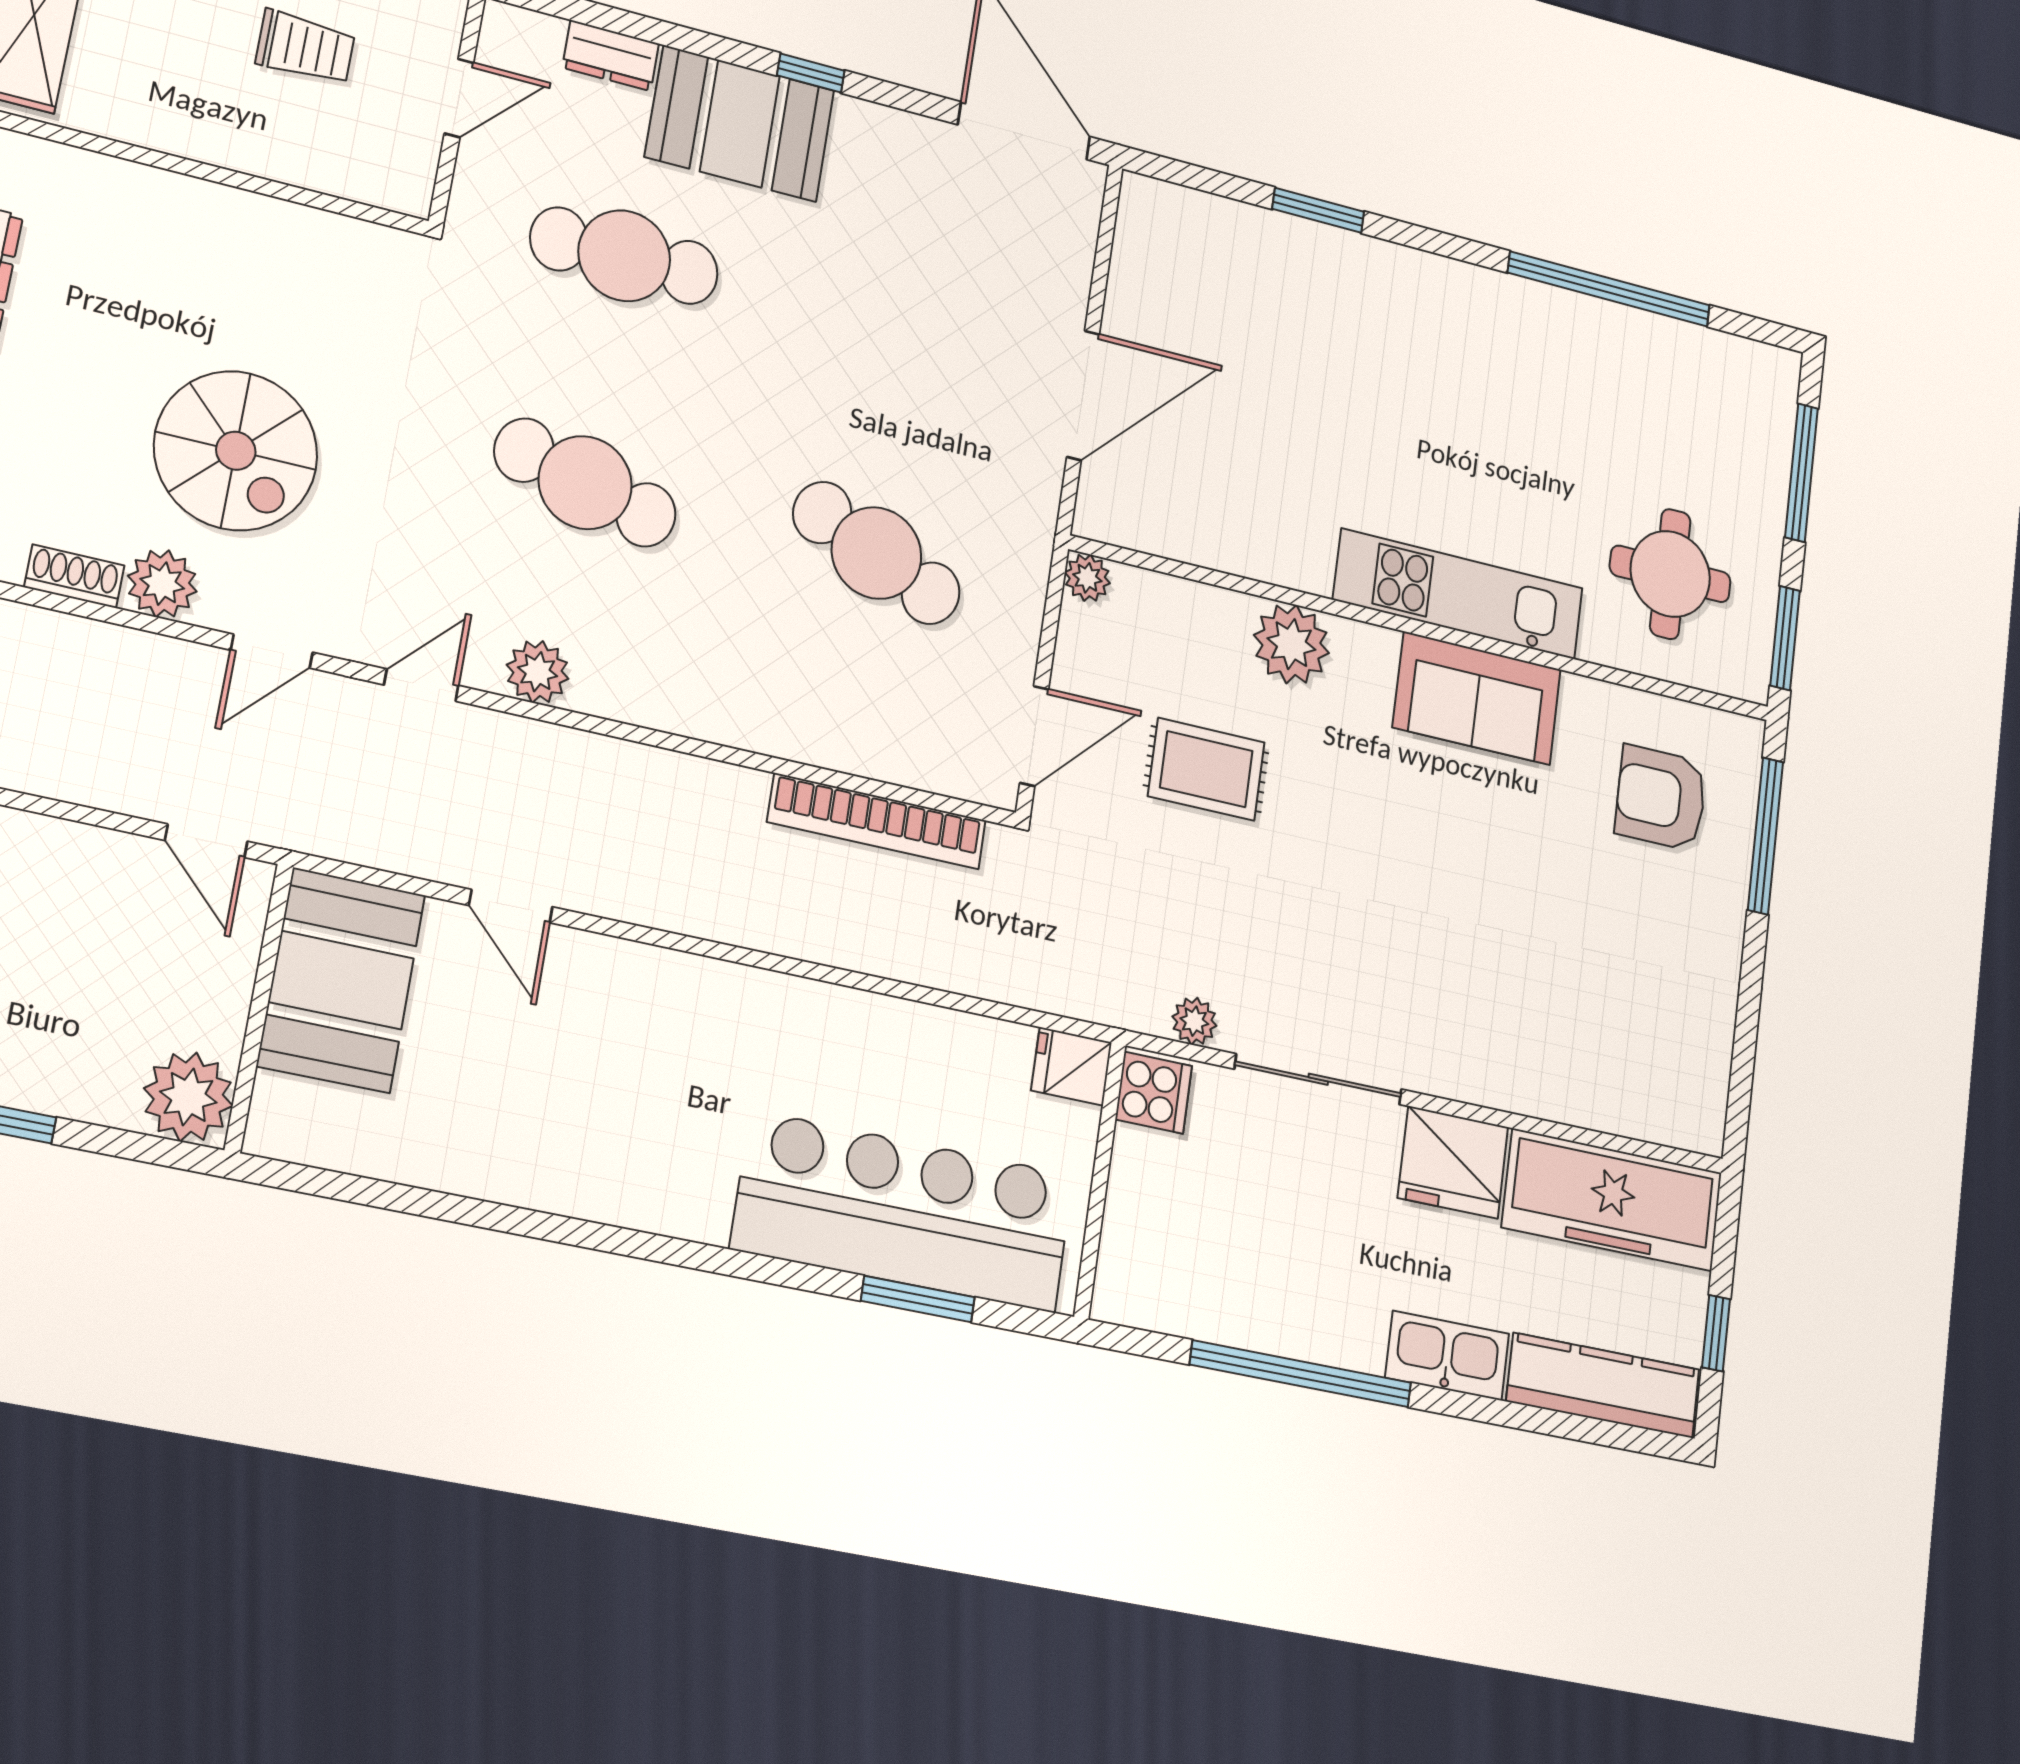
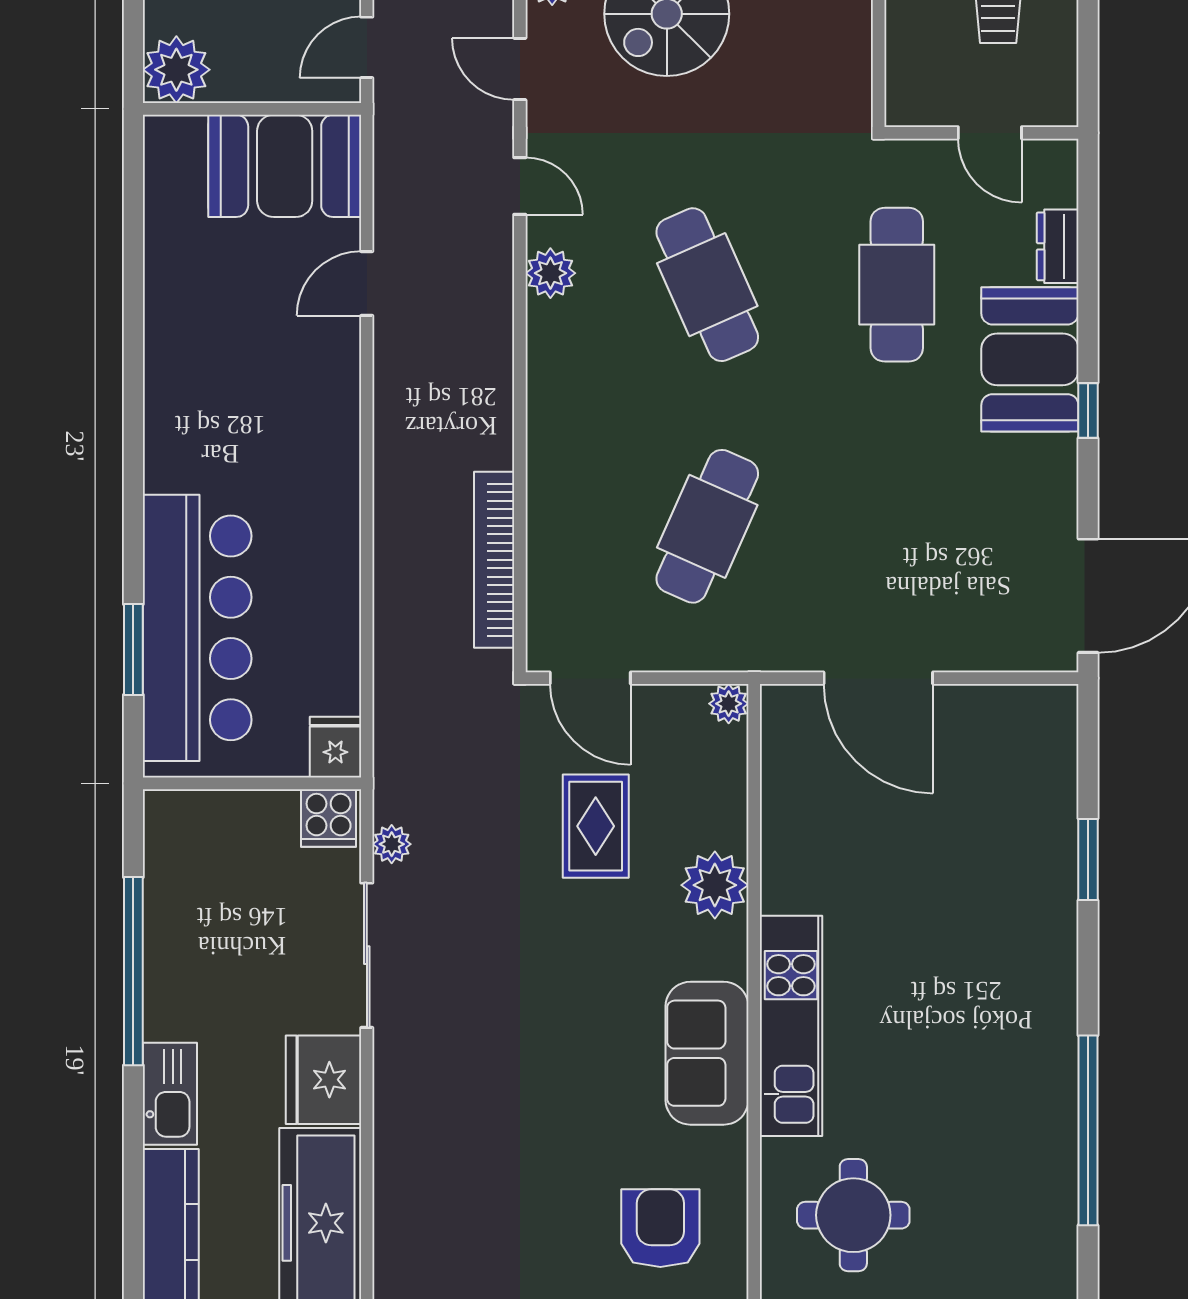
cafe table: (585, 483) -> (707, 285), turned -39

